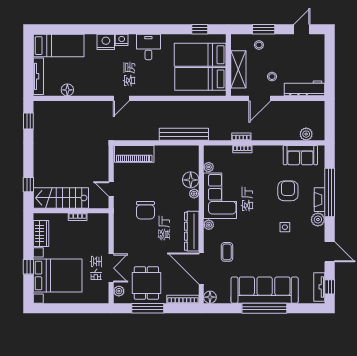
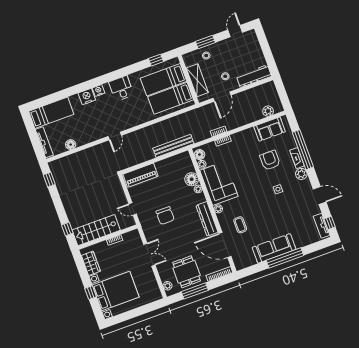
double door: (111, 268) -> (149, 255), moved
sofa: (265, 290) -> (274, 248), width x0.74, depth x0.79
floor lamp: (210, 297) -> (199, 155), moved

